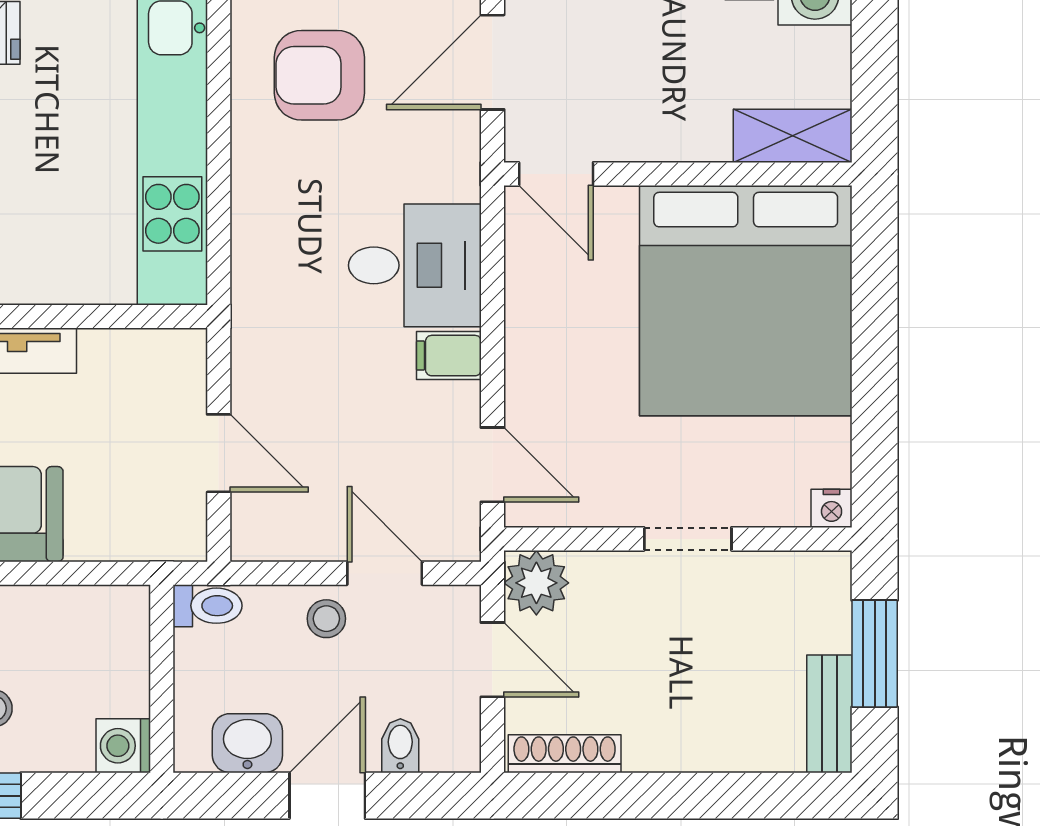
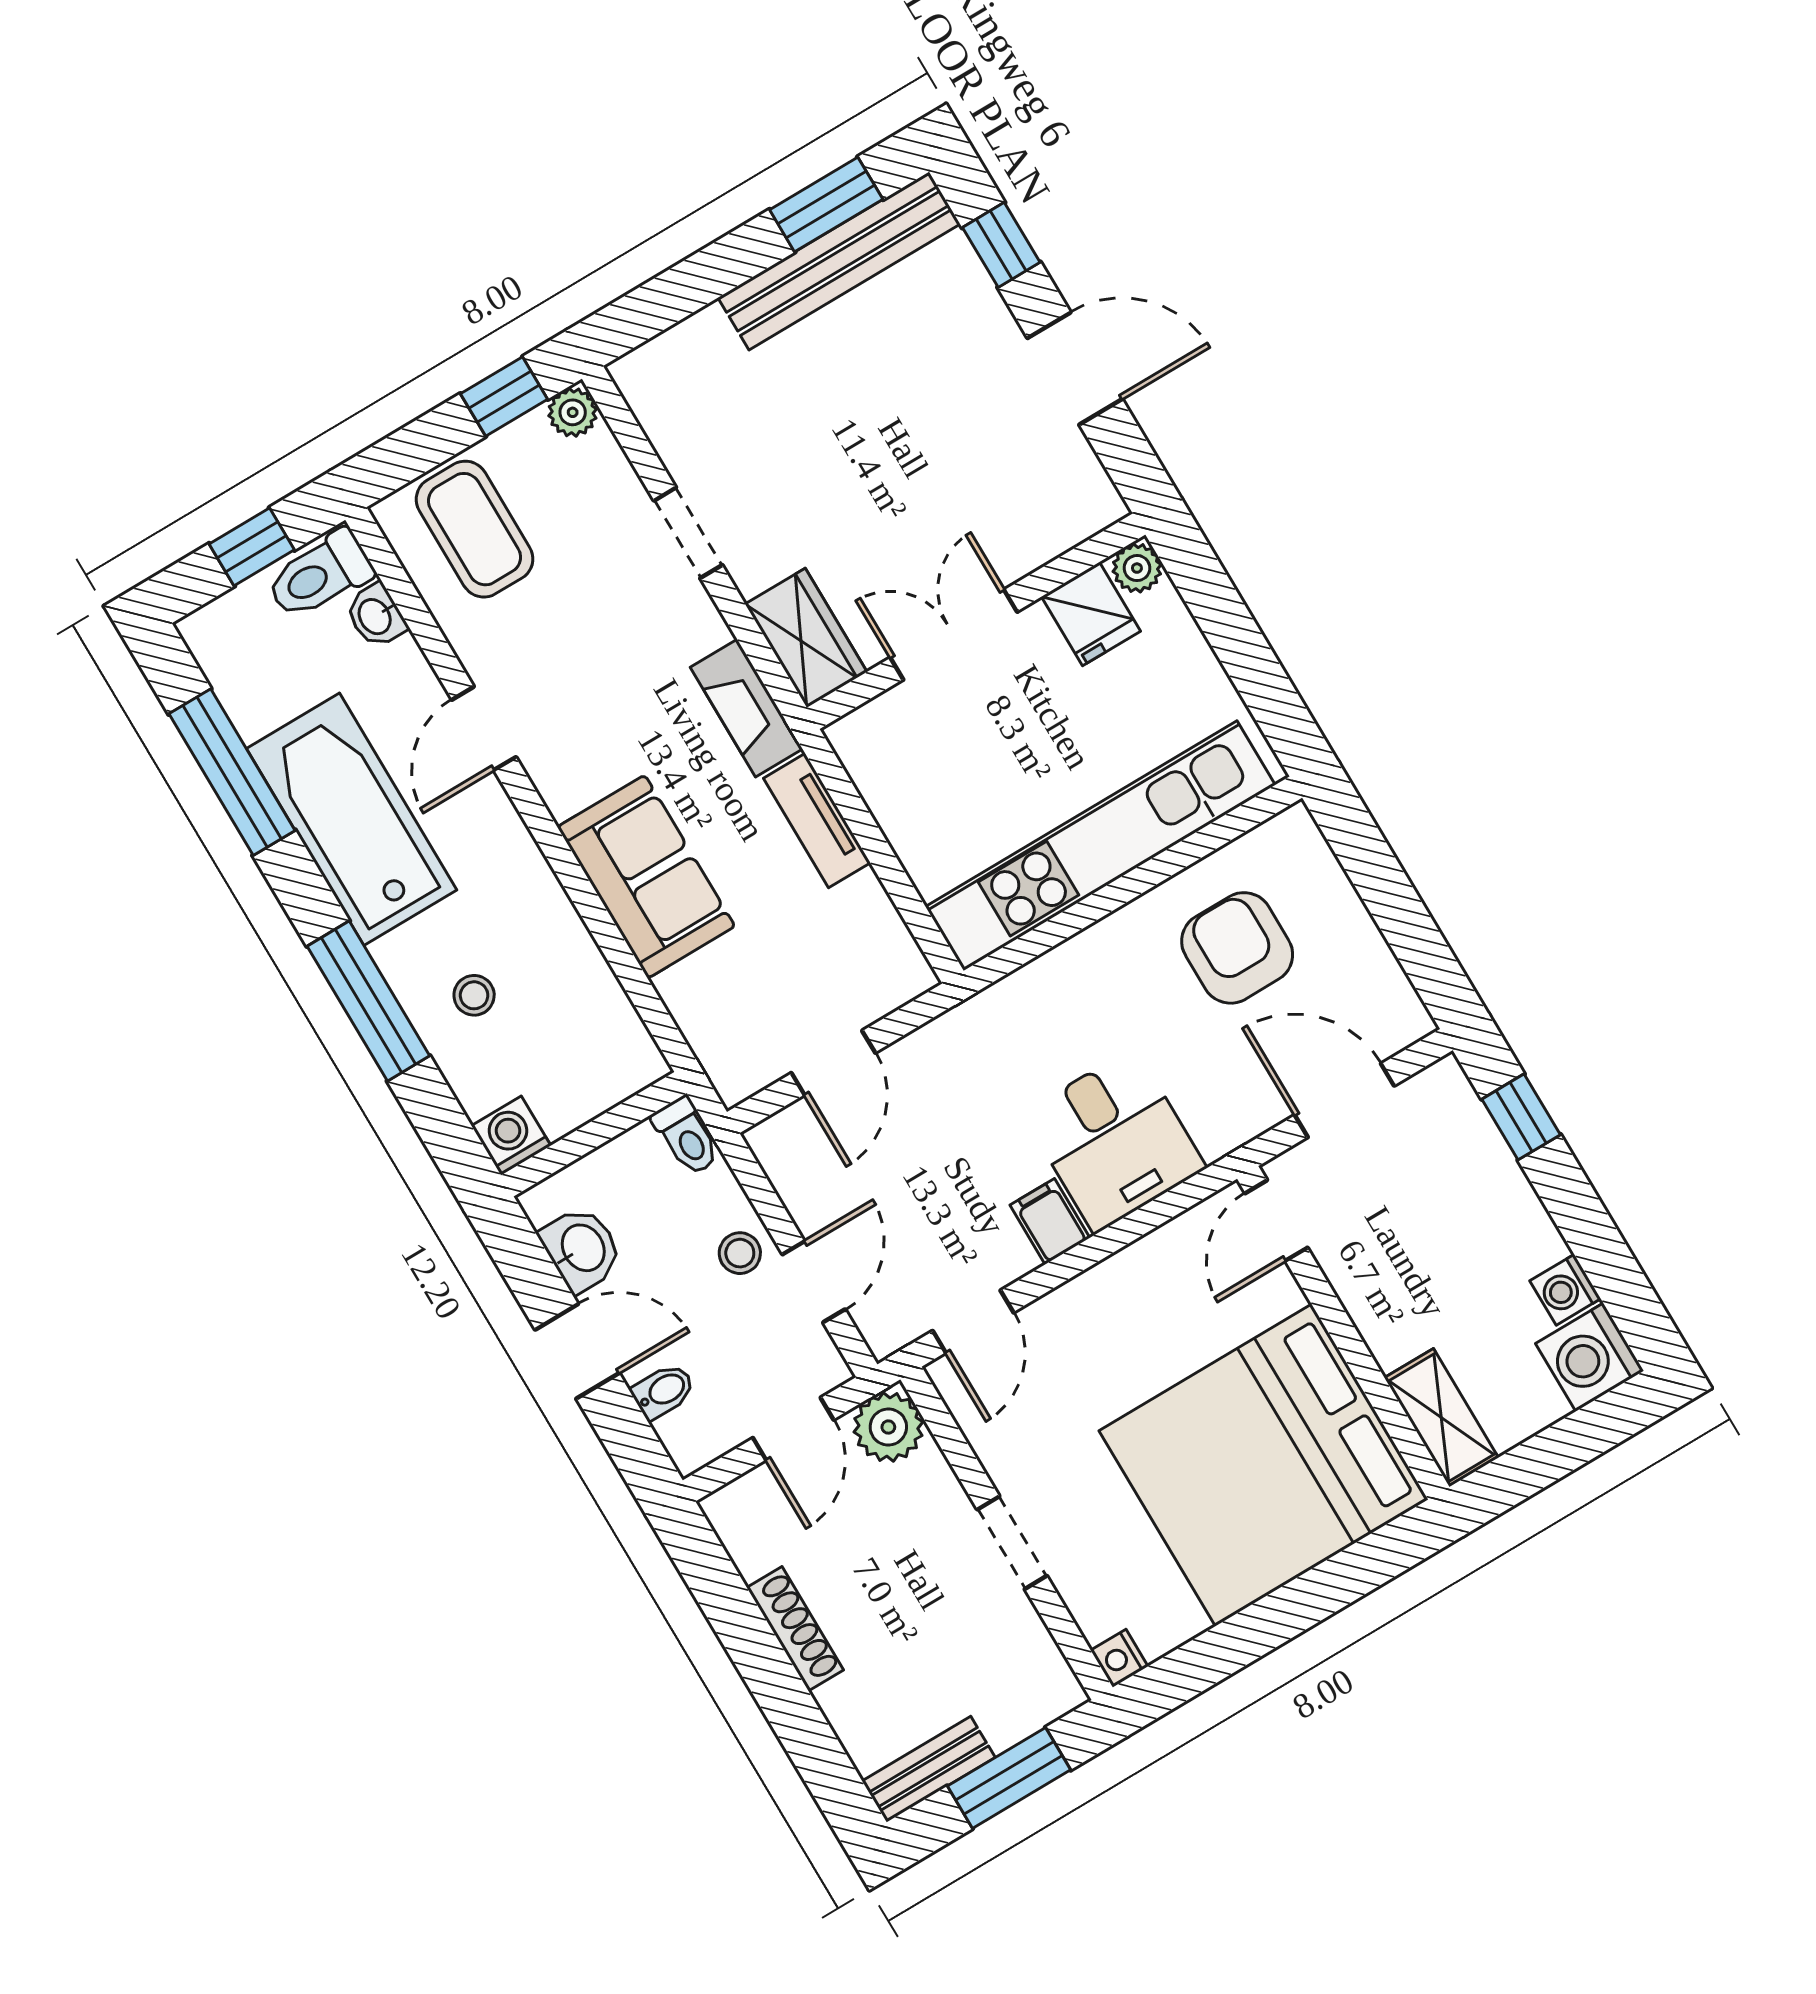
shoe rack: (565, 754) -> (795, 1629), moved

